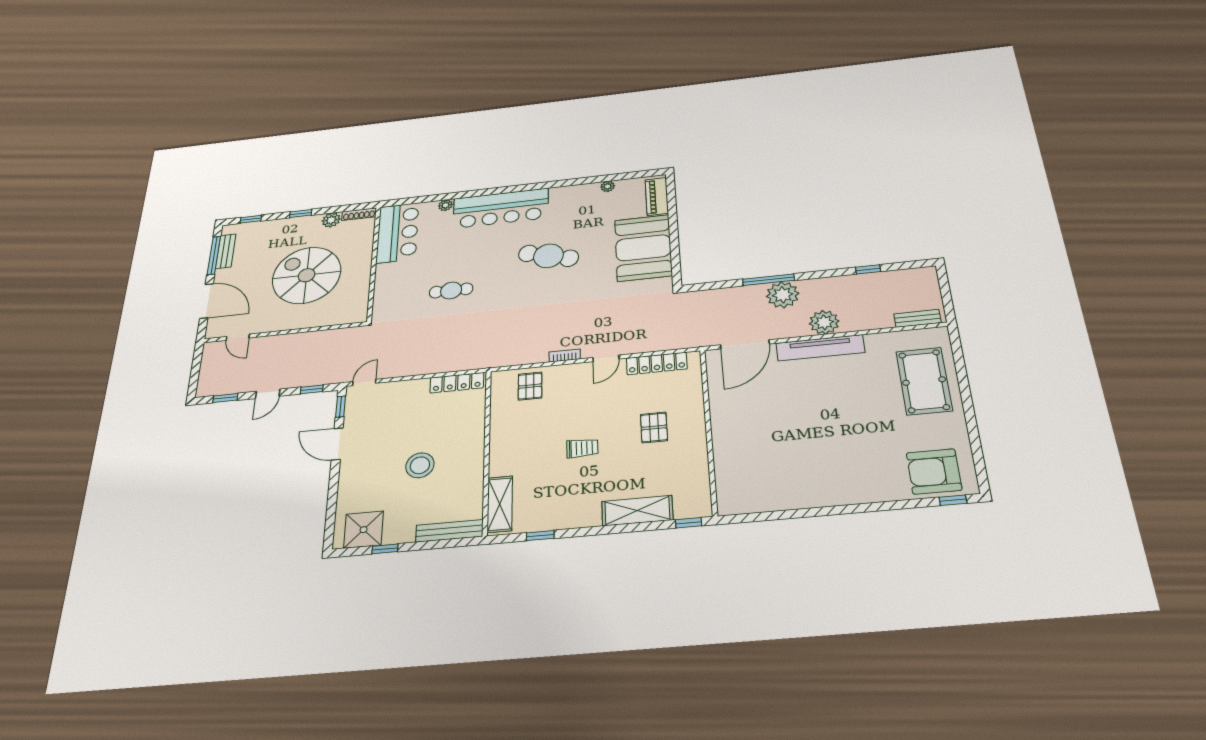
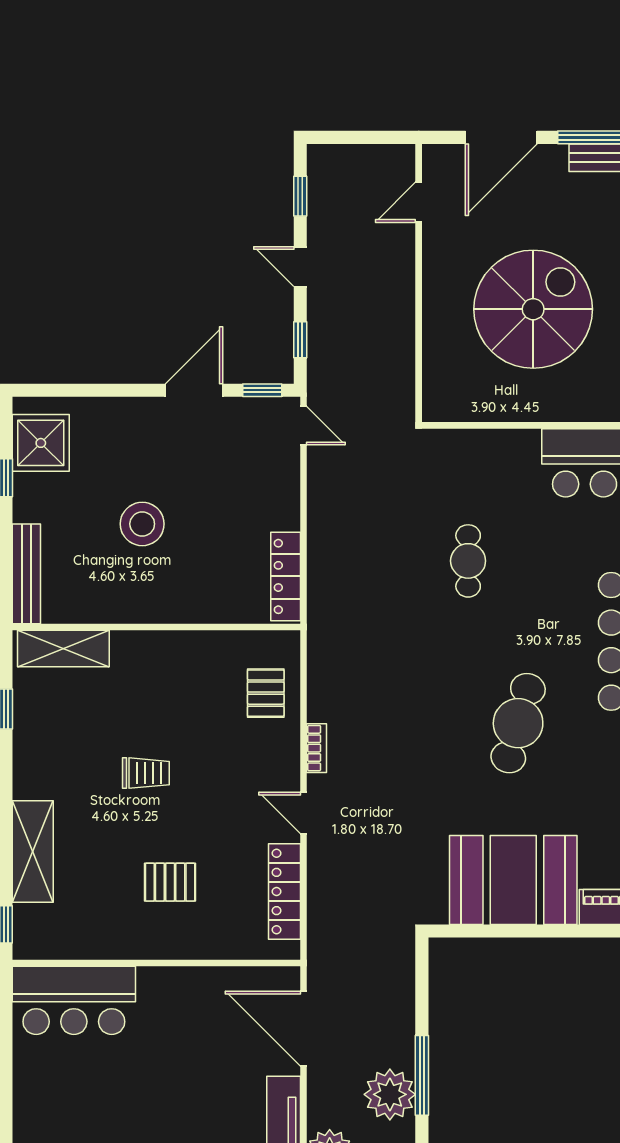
pallet: (530, 386) -> (266, 693), turned 90
trolley: (582, 448) -> (146, 773), turned -90
bar counter: (738, 477) -> (74, 1000), added

